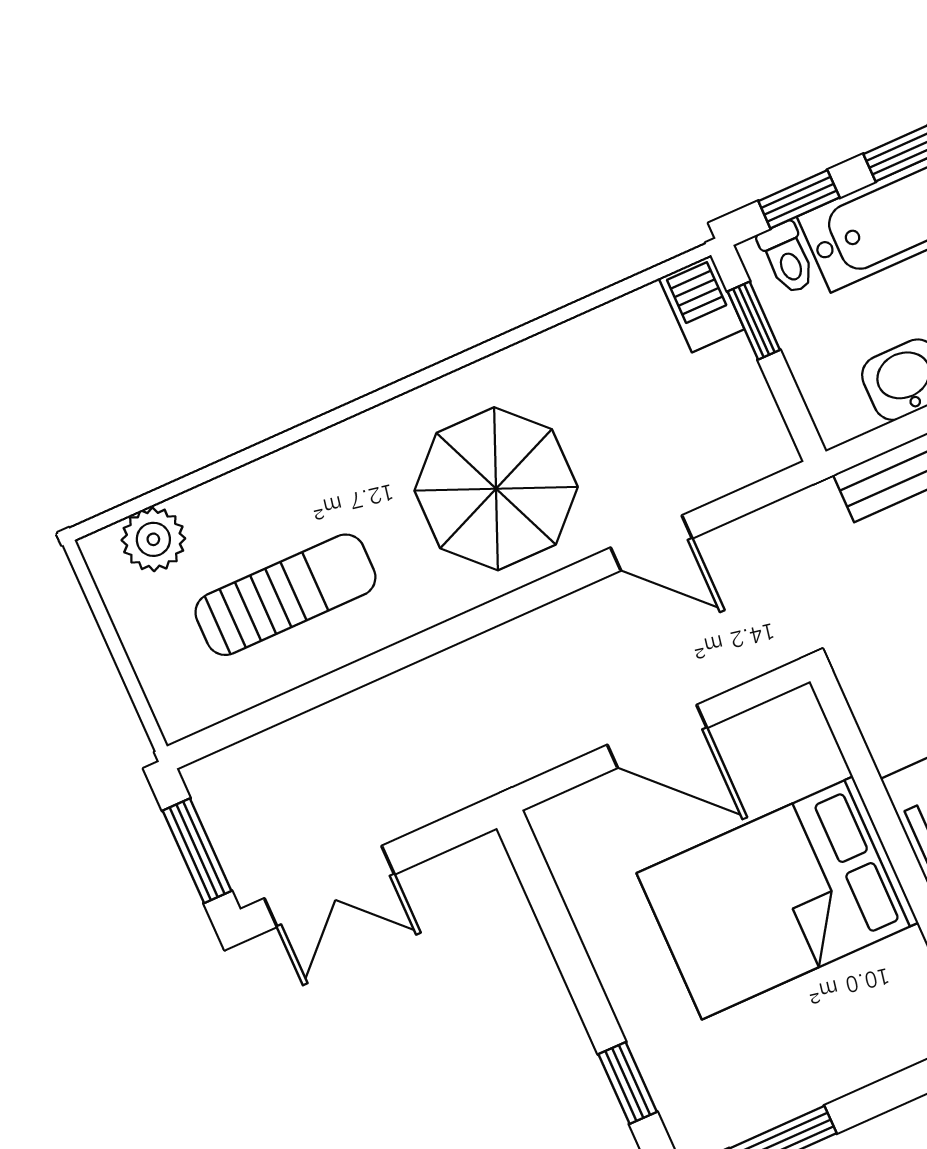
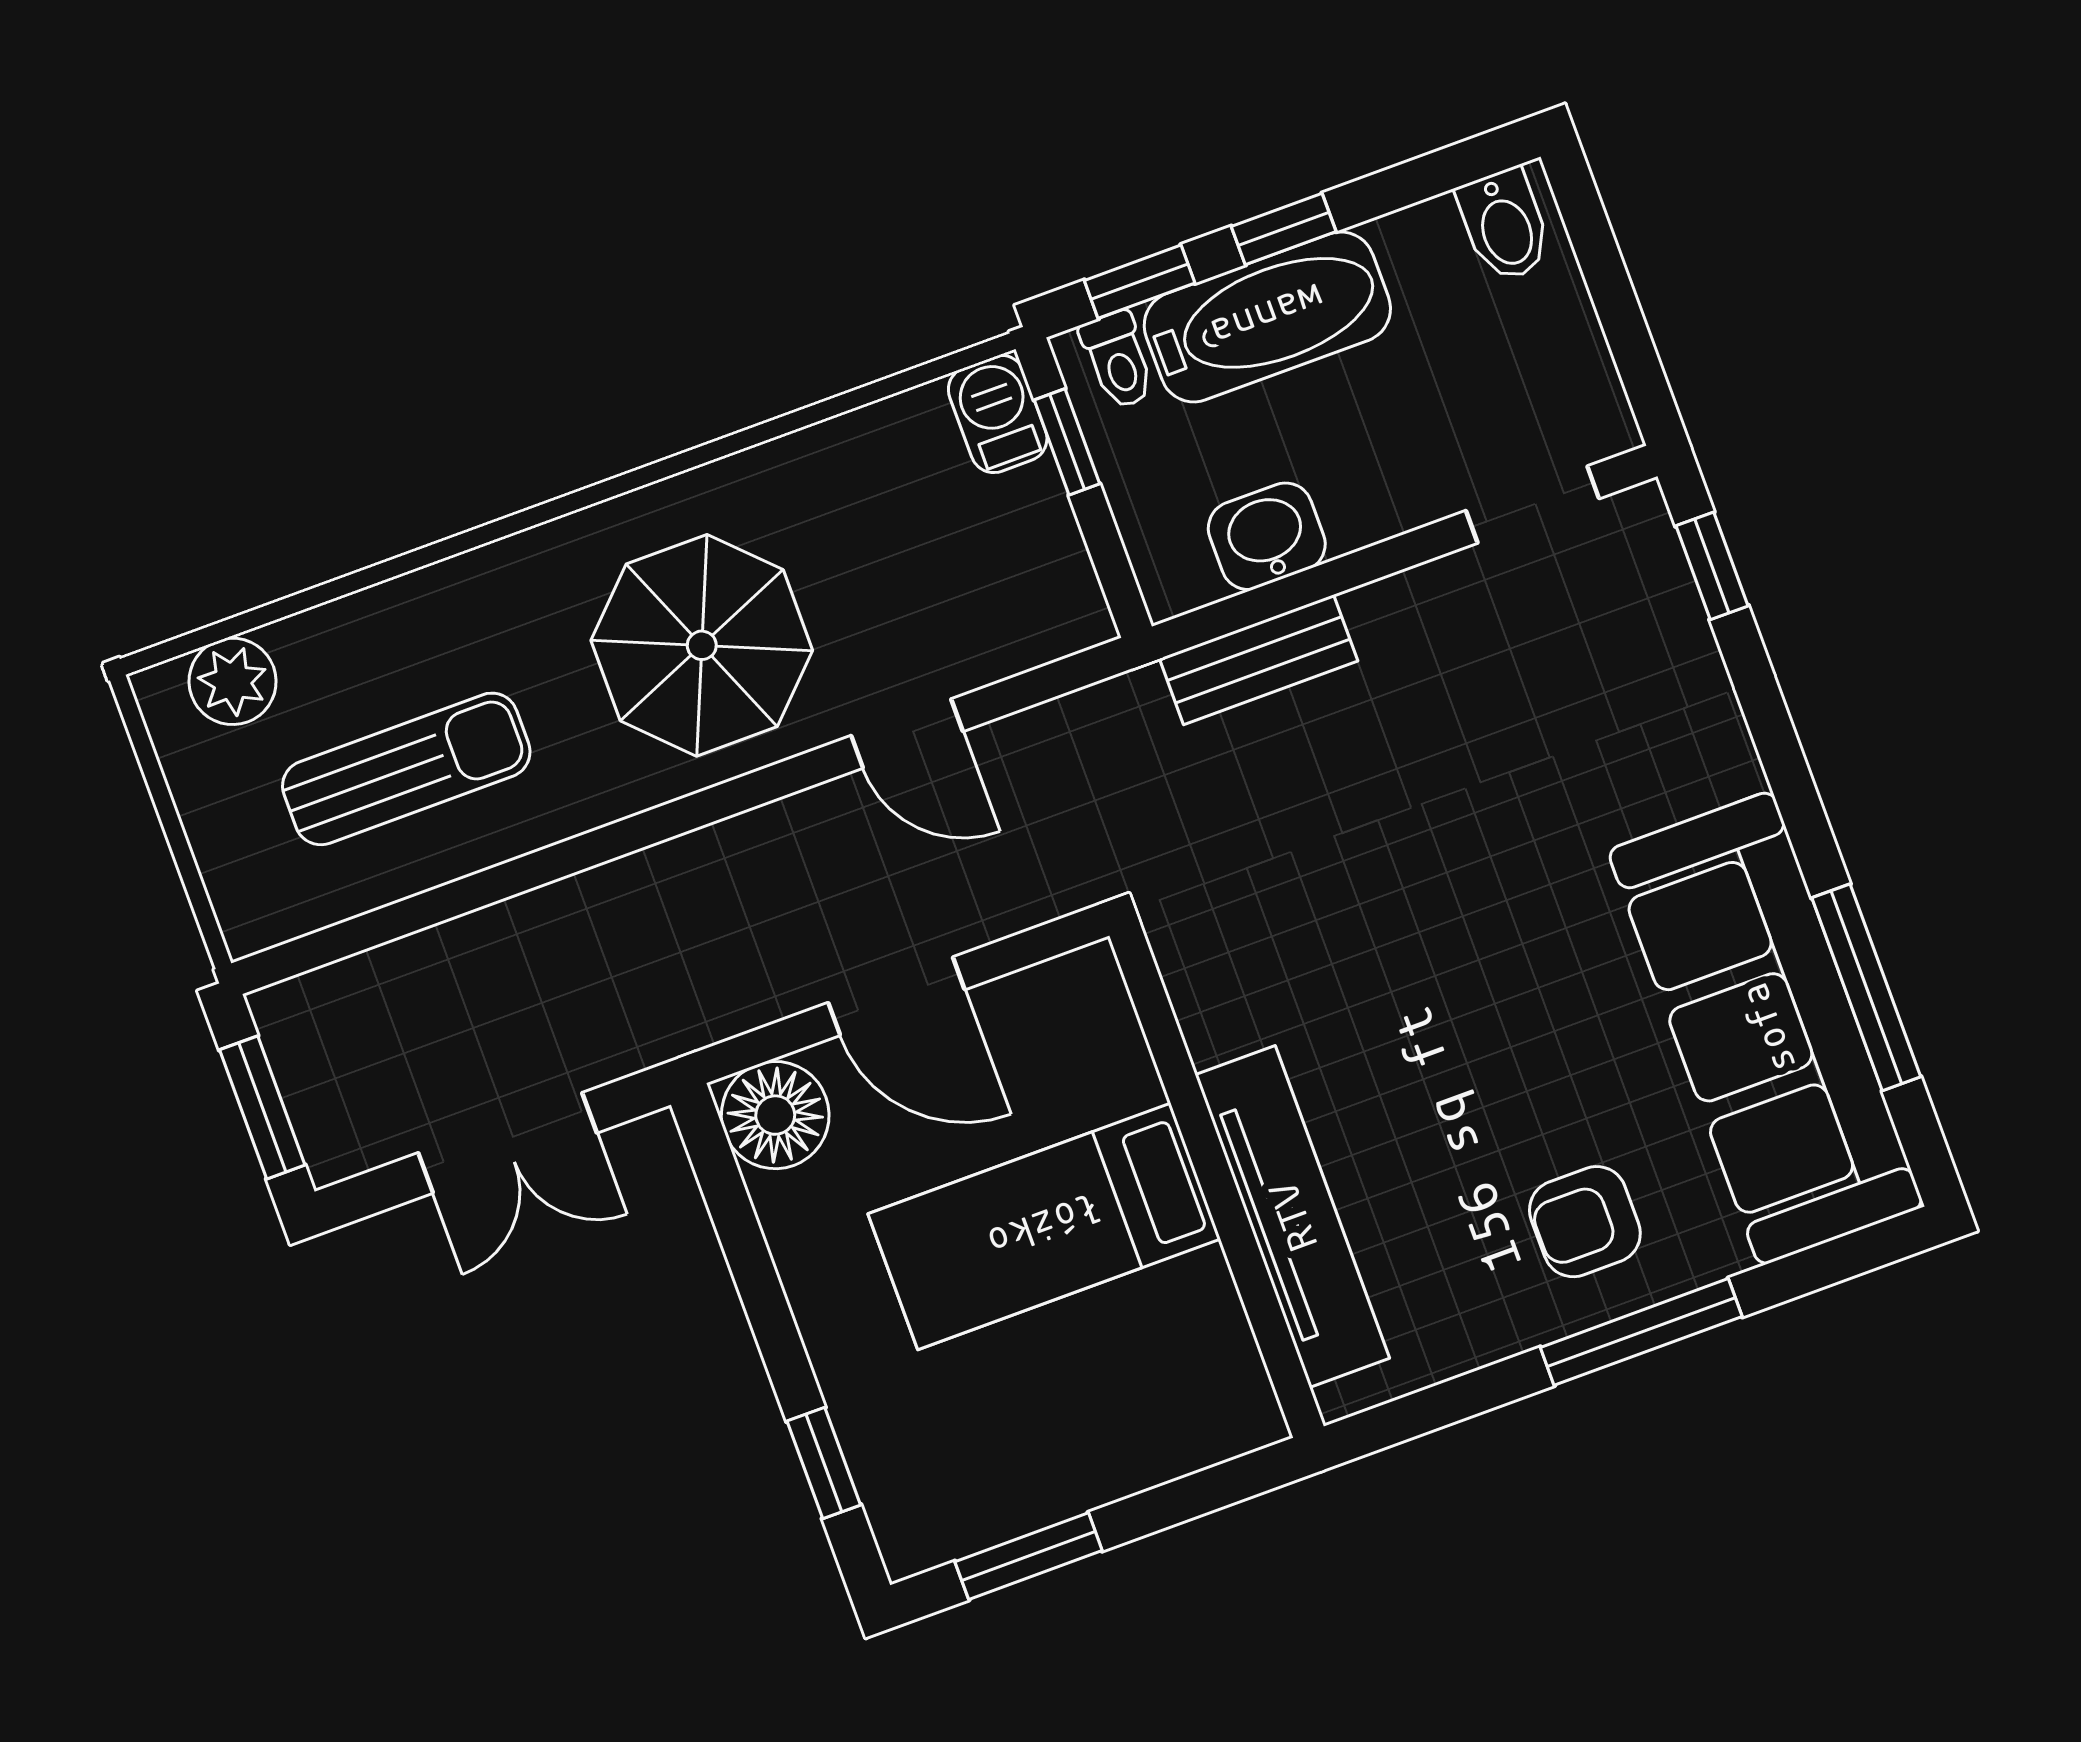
floor lamp: (574, 830) -> (775, 1115), added
double door: (329, 886) -> (507, 1143), moved
bed: (777, 898) -> (1044, 1226), width x0.67

